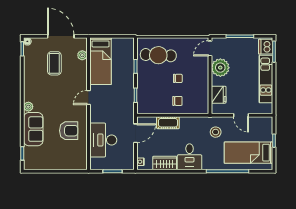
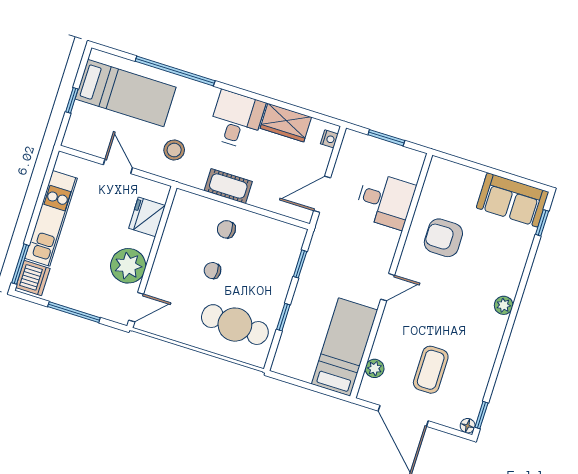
cot: (168, 123) -> (228, 186), moved
sofa: (33, 129) -> (513, 200), moved, turned -90
desk: (103, 140) -> (385, 200), width x0.73

